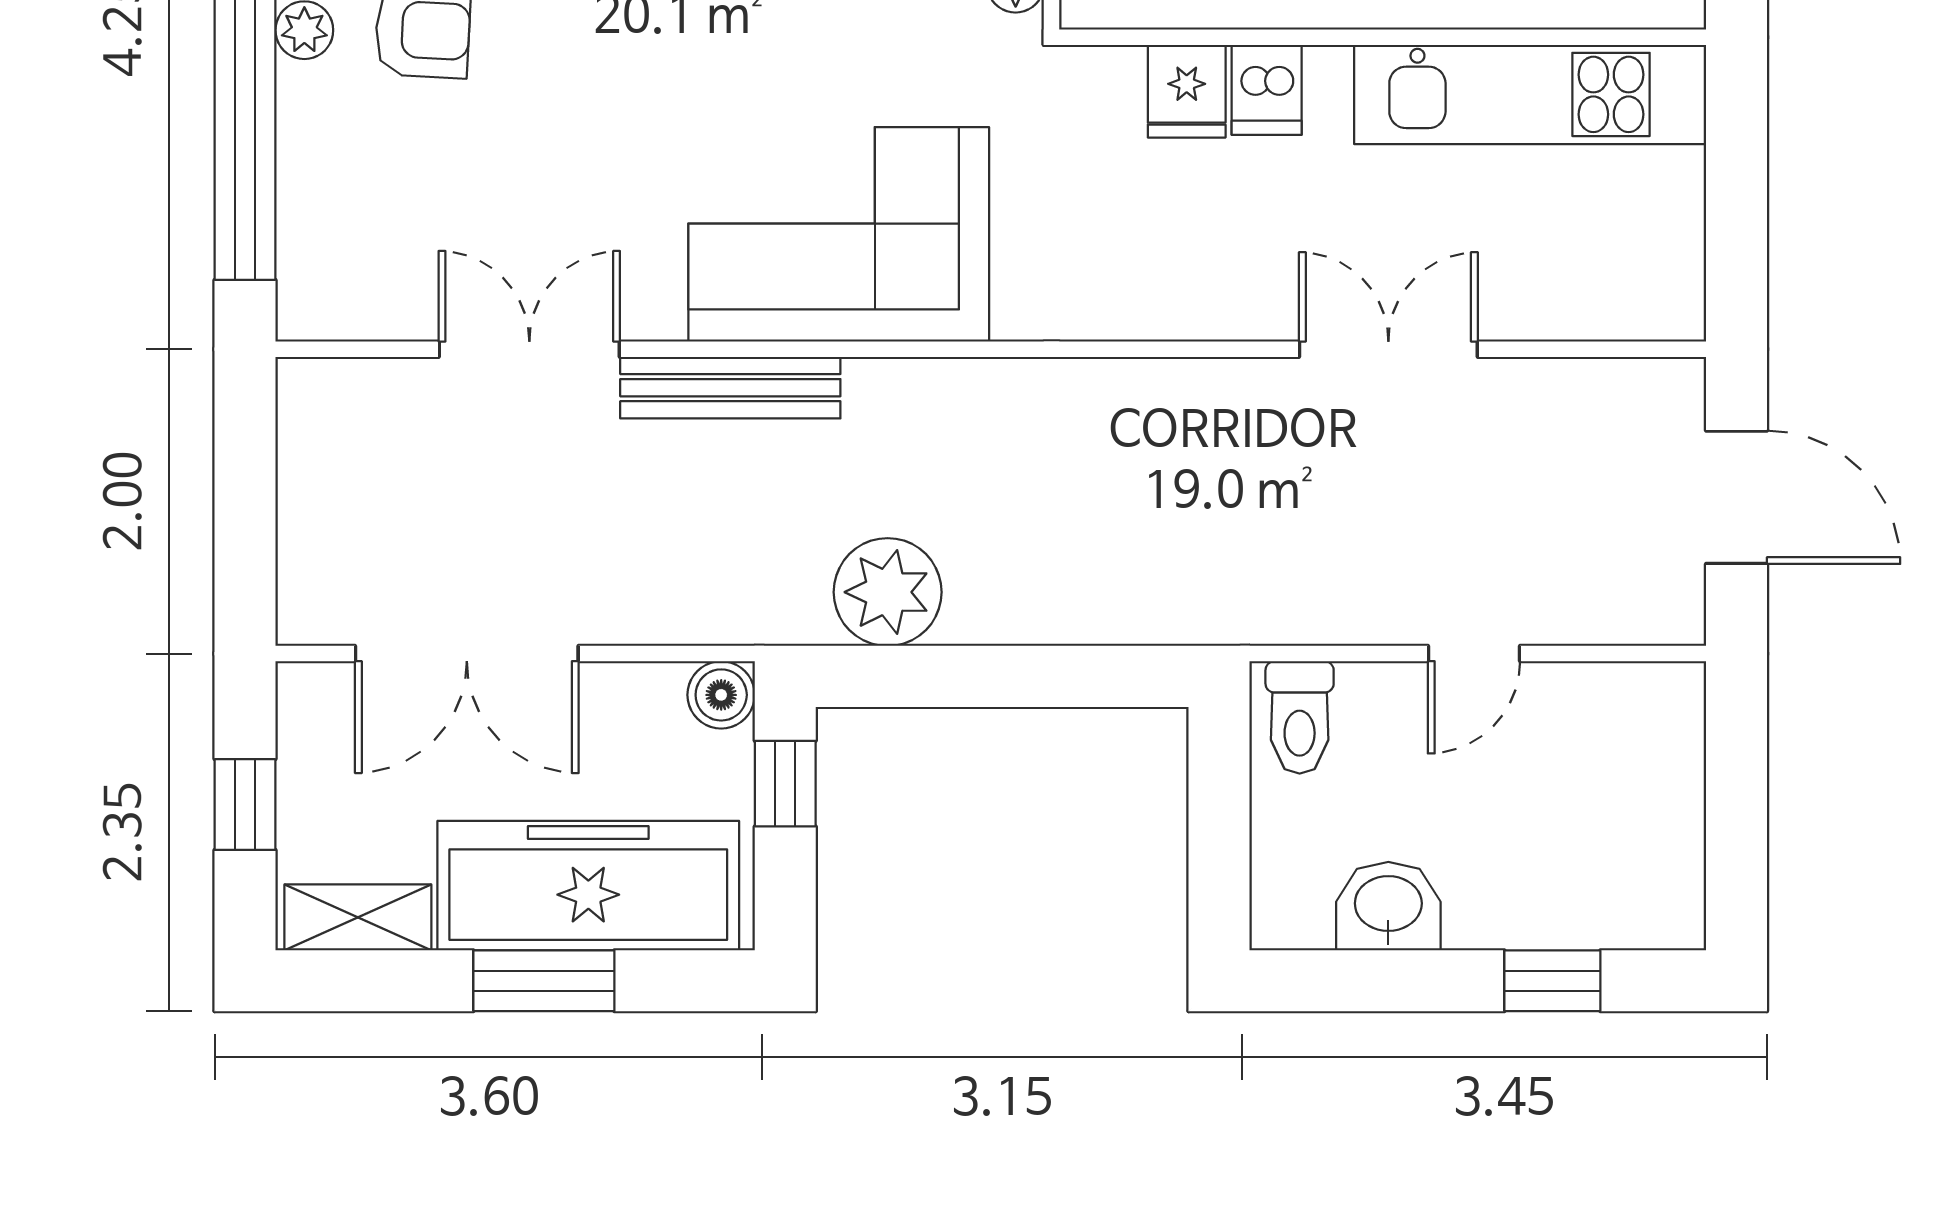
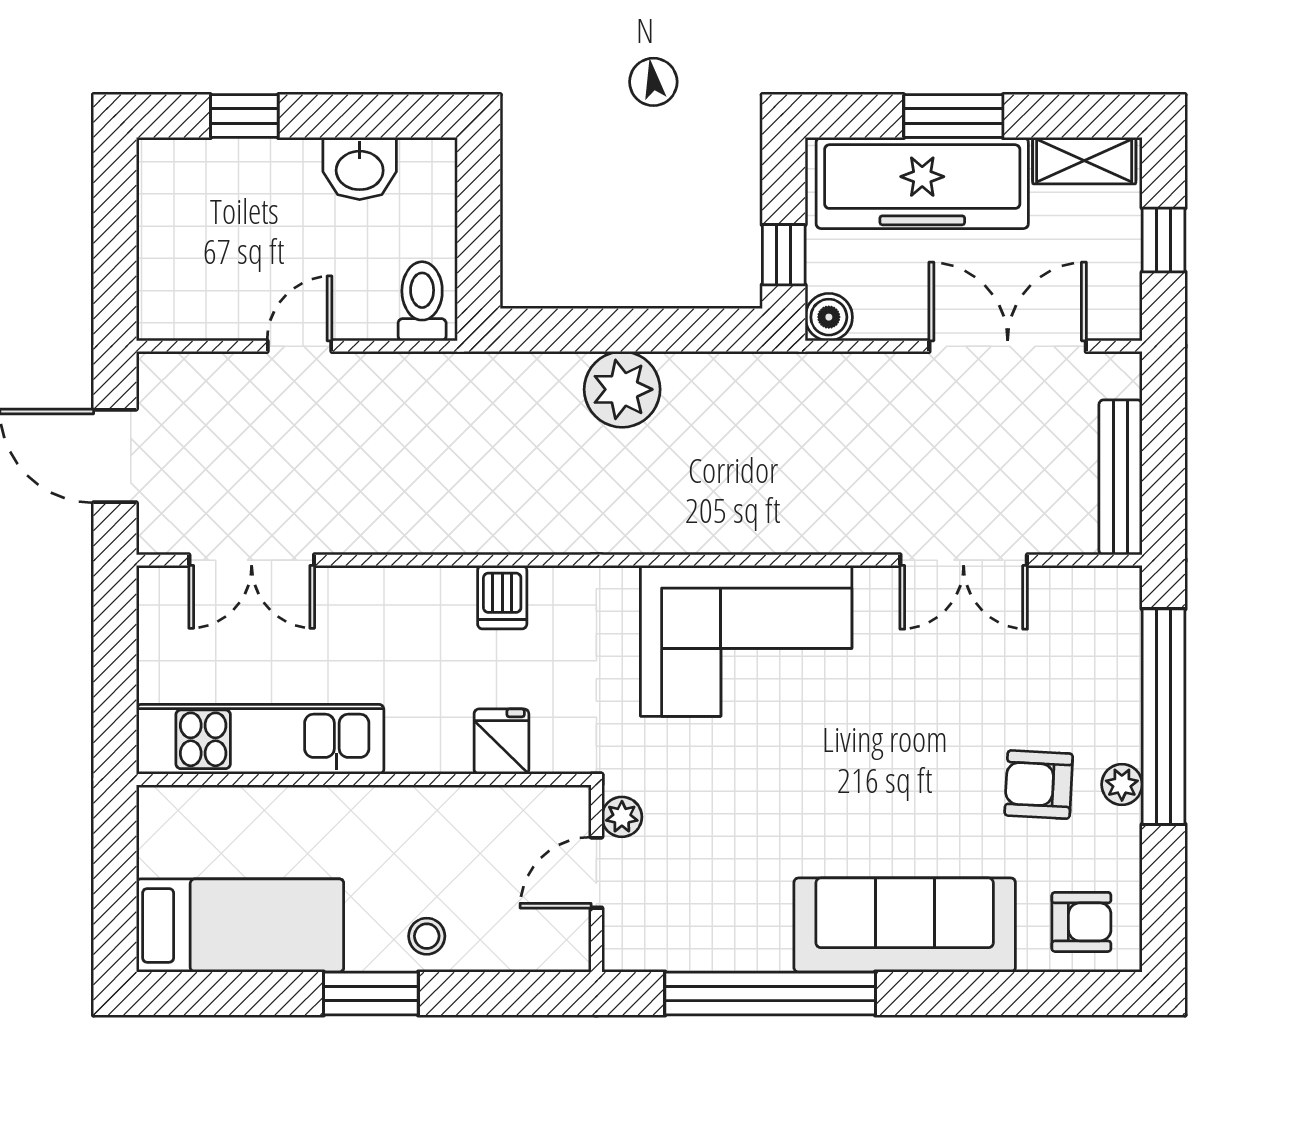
dishwasher: (1267, 90) -> (502, 597), moved, turned 180
double door: (1388, 349) -> (252, 560), moved
bench: (730, 388) -> (1121, 477), moved, turned 90
plant: (888, 592) -> (622, 389), moved

